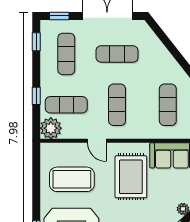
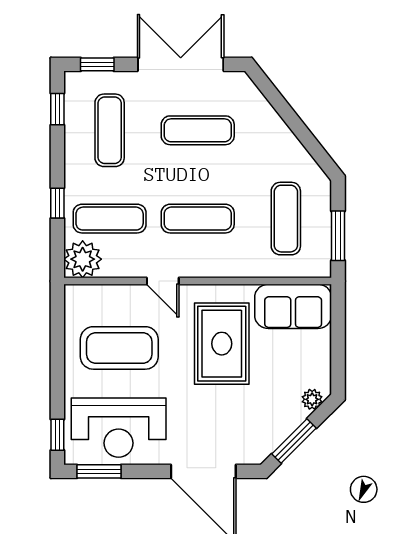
exercise mat: (117, 105) -> (198, 219), turned 90

